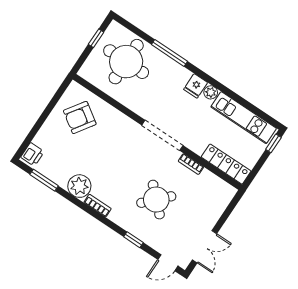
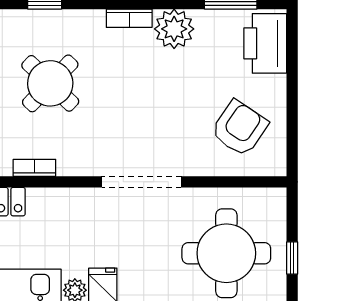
doorway: (162, 135) -> (141, 182), moved
printer: (32, 154) -> (265, 43), width x1.87, depth x1.48

